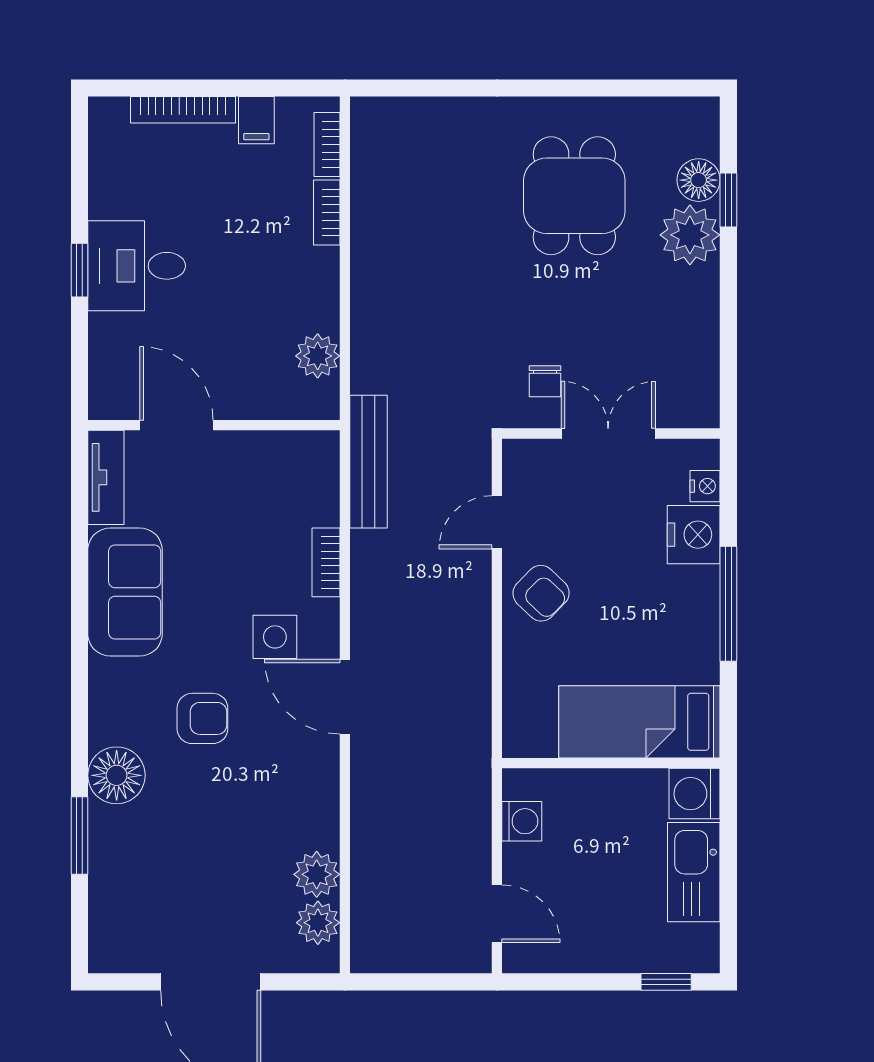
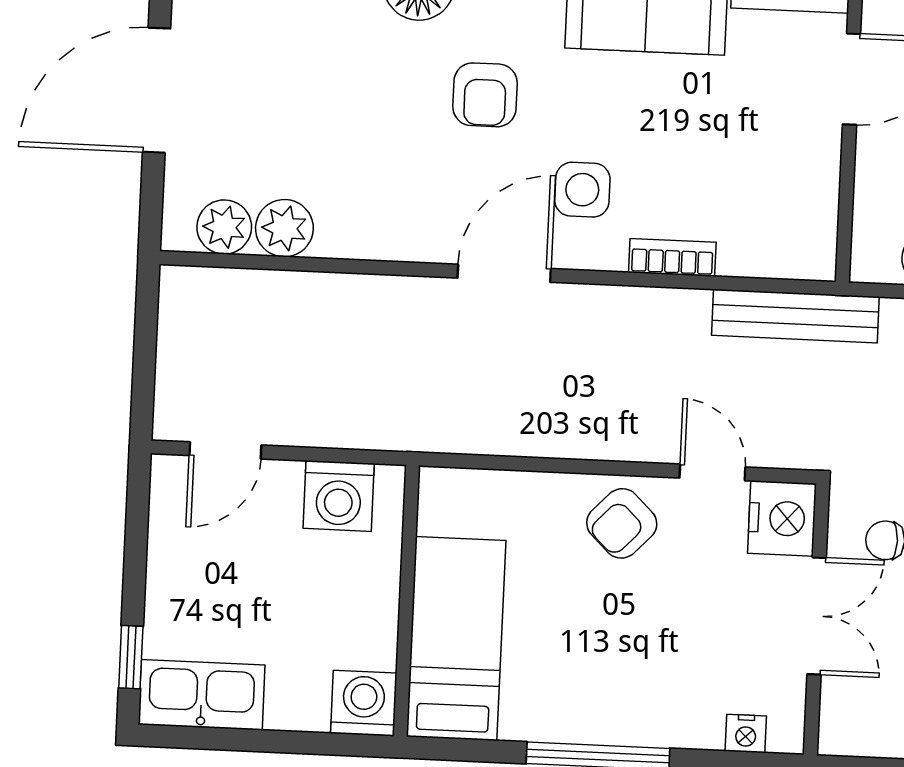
nightstand: (694, 535) -> (782, 518), moved, turned -90
washing machine: (522, 821) -> (339, 496), width x1.38, depth x1.38
kitchen sink: (694, 872) -> (202, 695), moved

